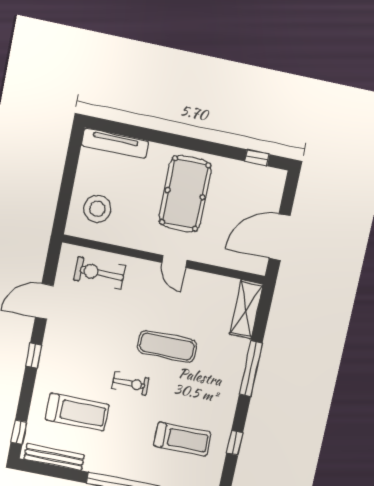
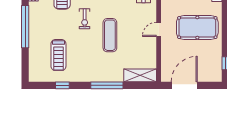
door: (280, 237) -> (184, 85), hinge flipped

